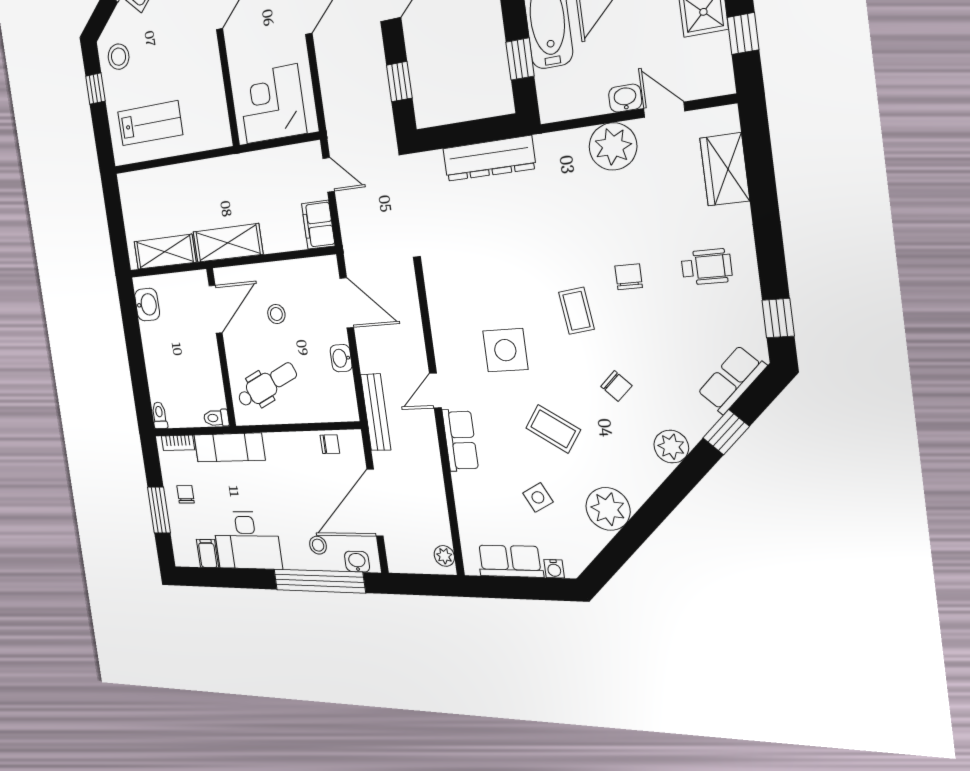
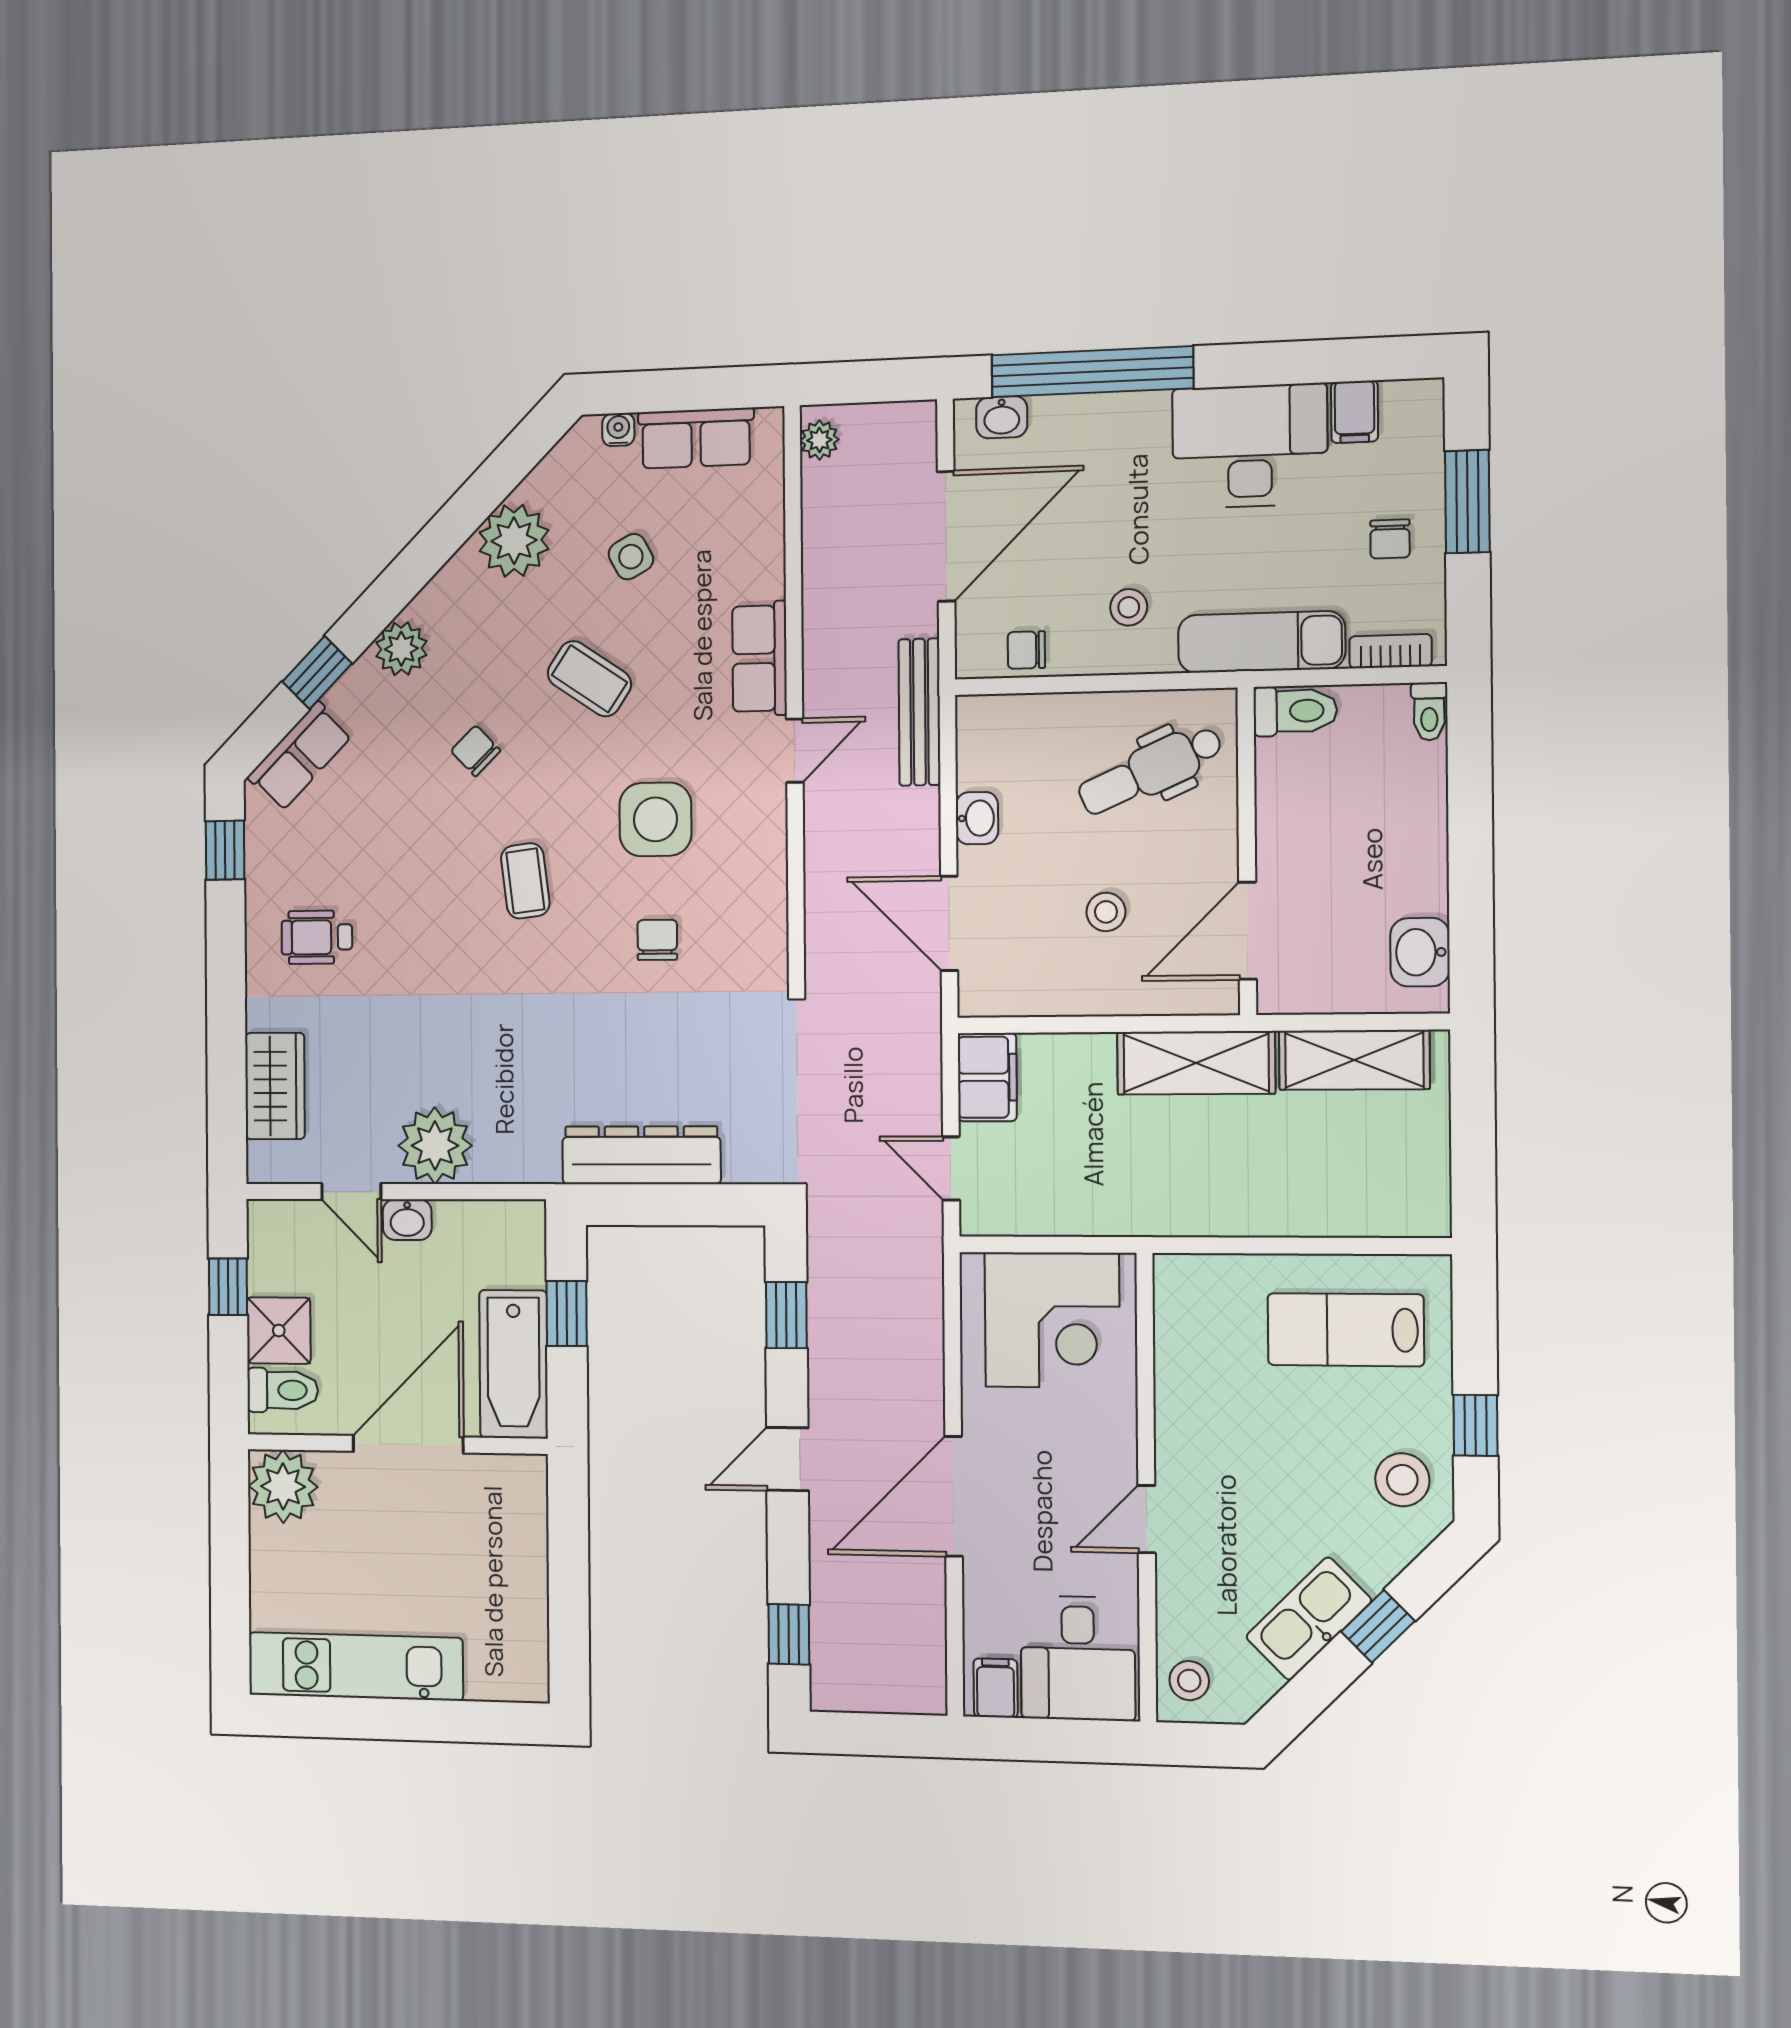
chair: (629, 277) -> (657, 940), moved, turned 180
toilet: (216, 418) -> (1295, 711), width x1.37, depth x1.39
stool: (318, 545) -> (1129, 607), moved

